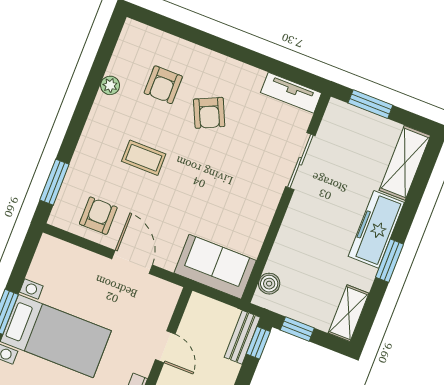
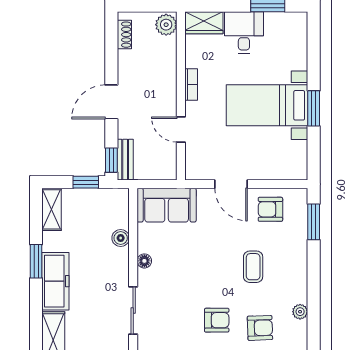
armchair: (163, 85) -> (260, 328), turned 88
armchair: (209, 113) -> (217, 320), turned 115
coffee table: (144, 158) -> (253, 267), turned 90
floor lamp: (266, 213) -> (144, 261), added
armchair: (98, 216) -> (270, 209), turned 90
boiler: (269, 284) -> (121, 238), moved

